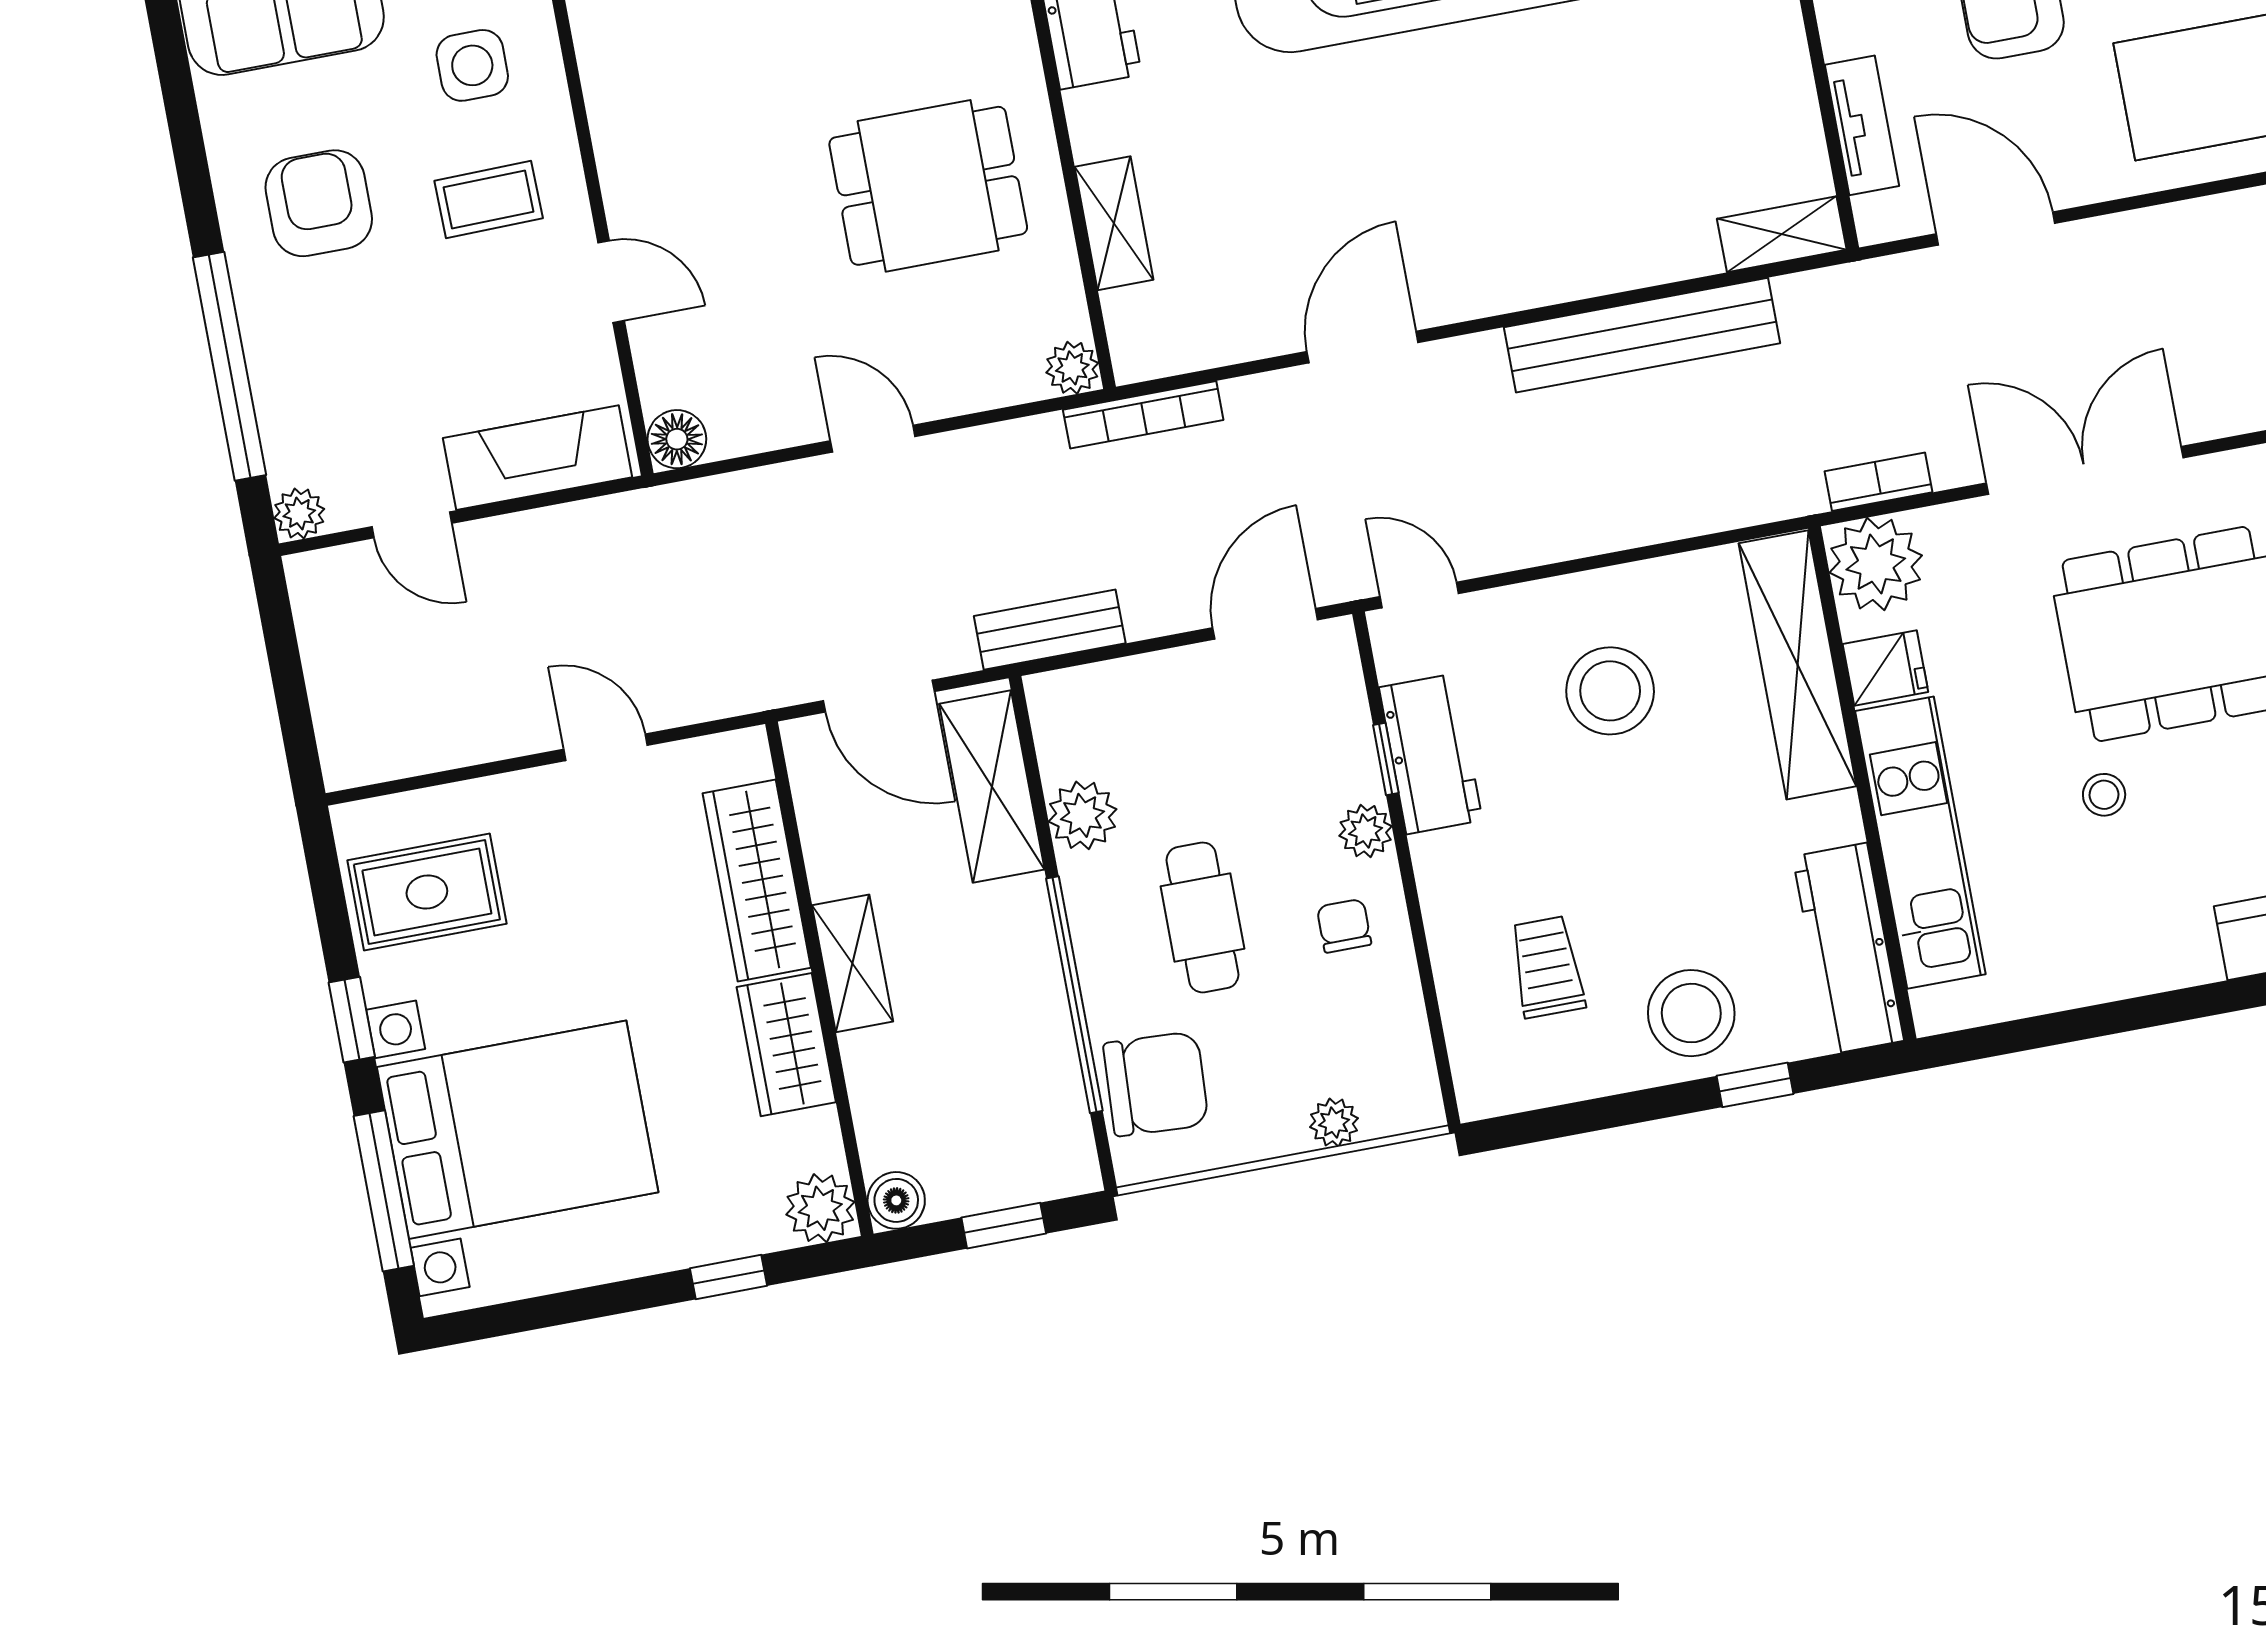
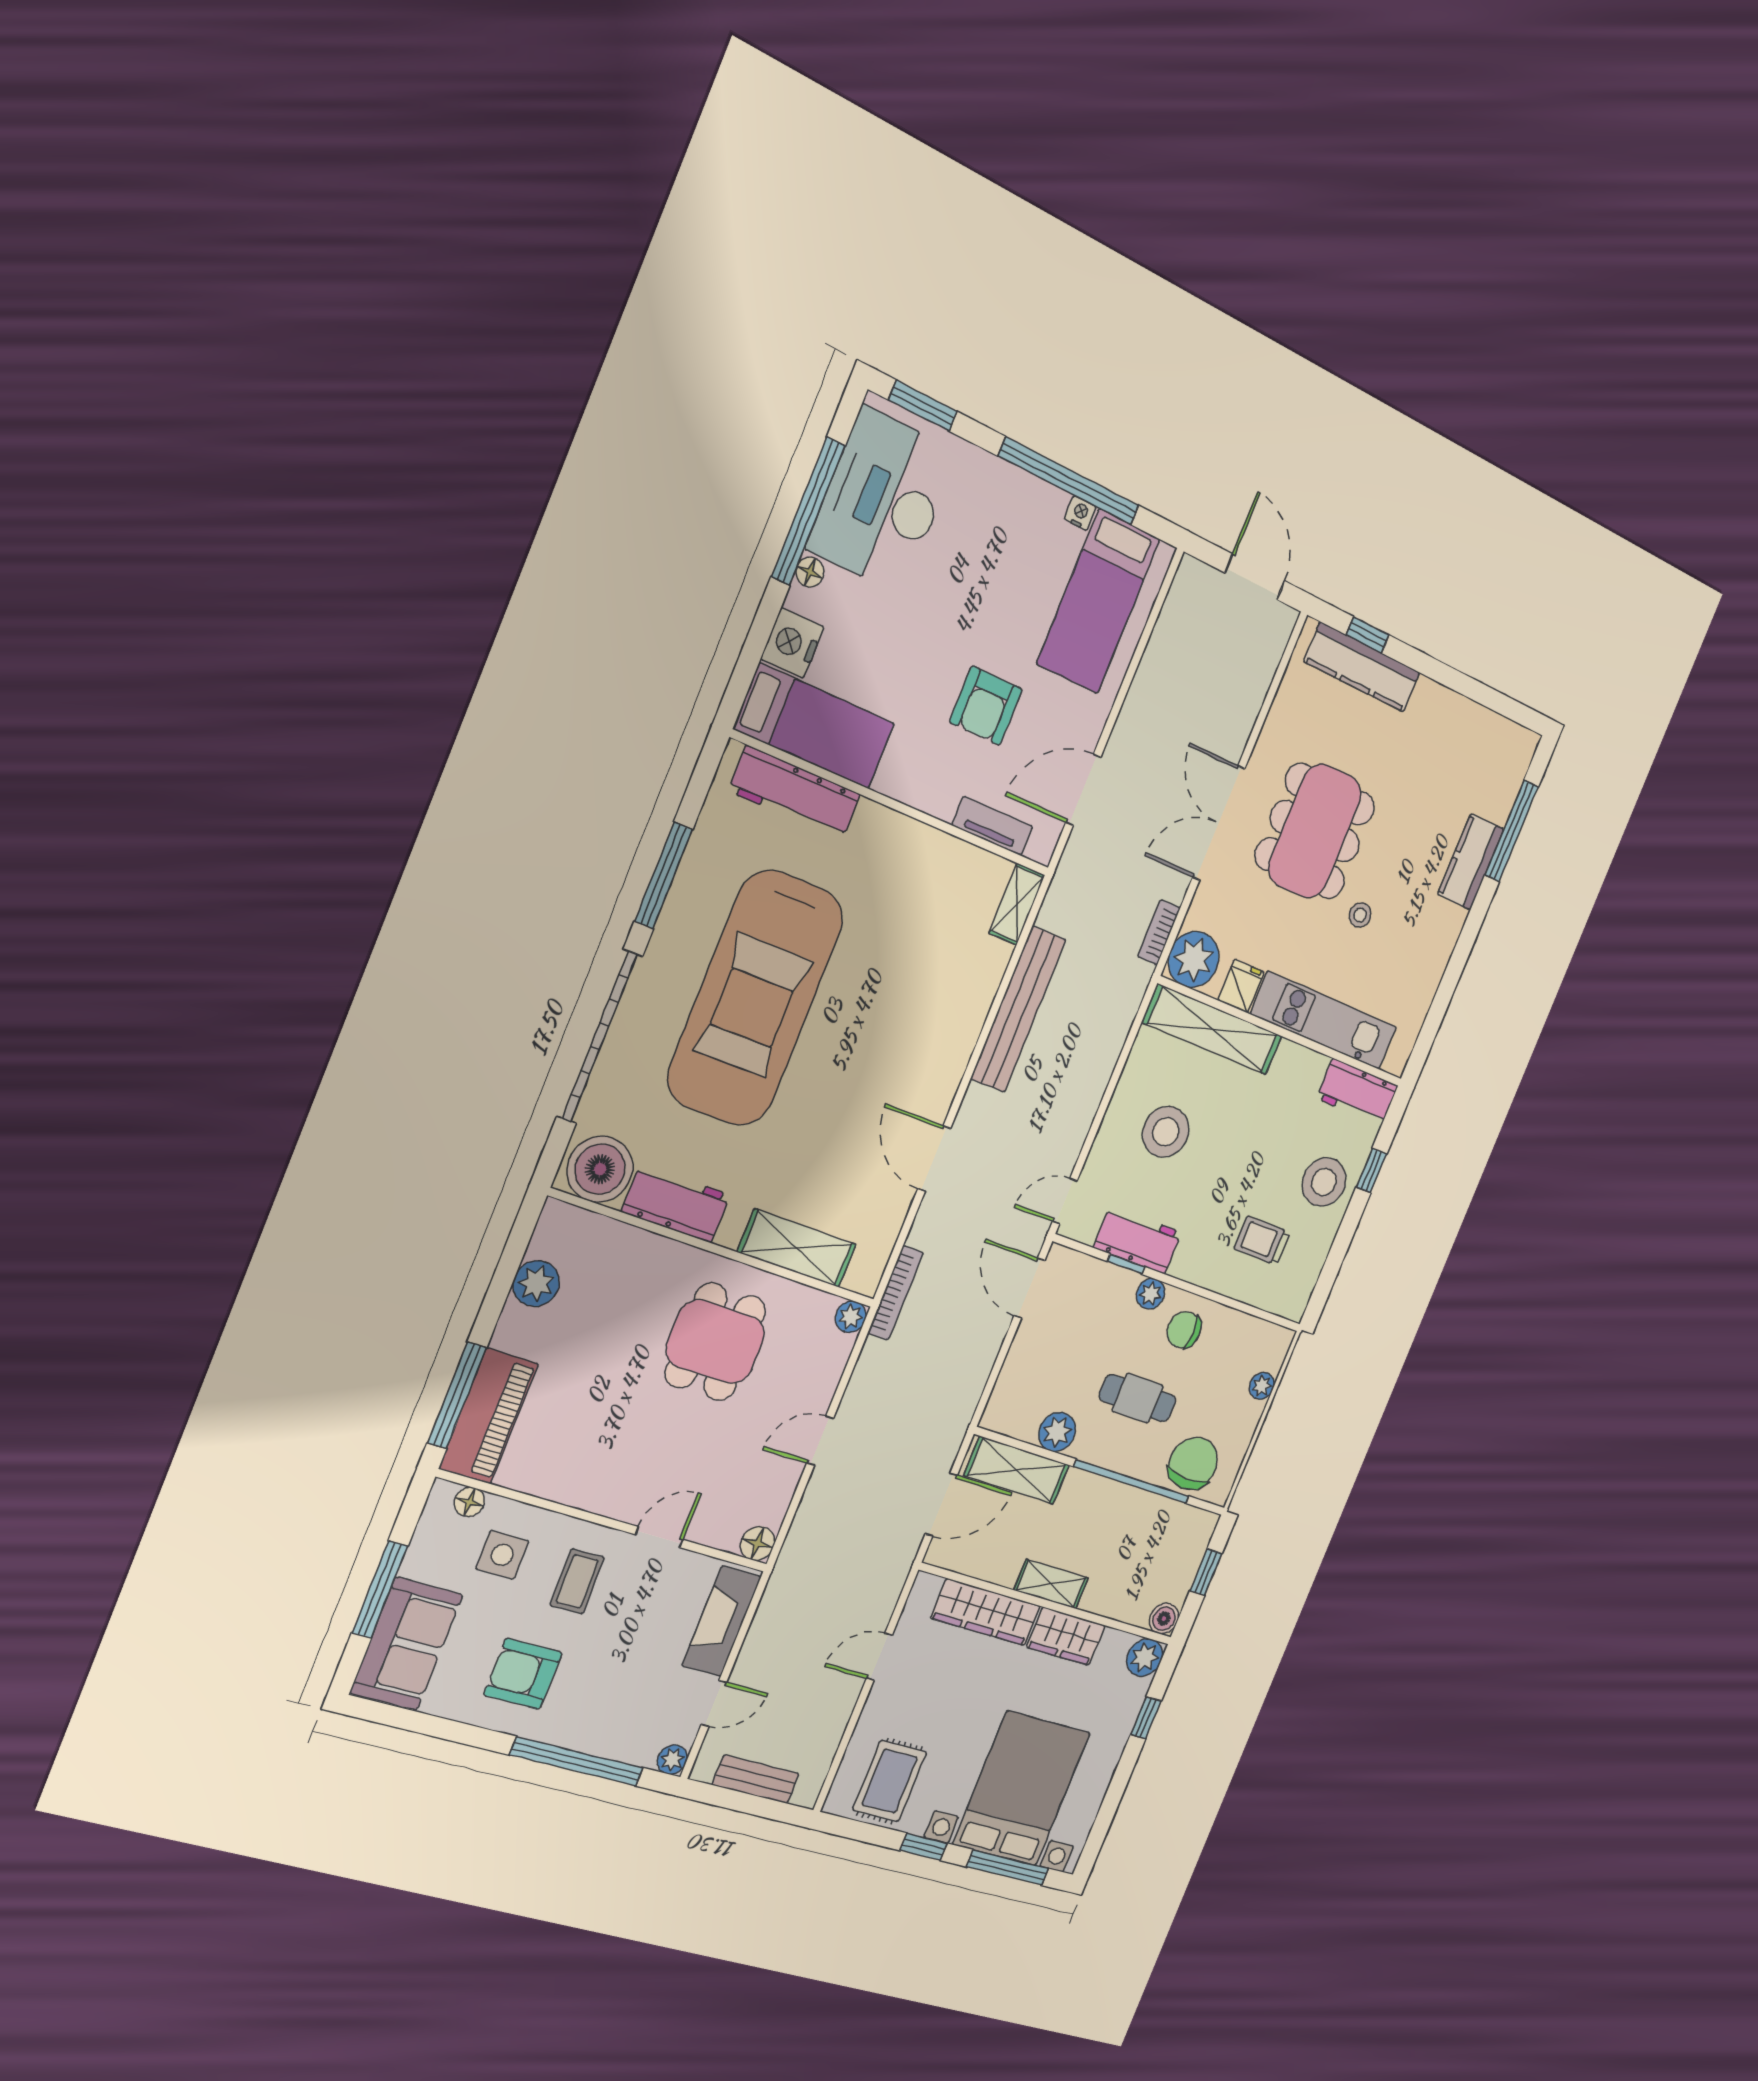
shelving: (1114, 223) -> (797, 1248), width x1.50, depth x1.33
bench: (1050, 630) -> (756, 1779), moved, turned 90
chair: (1344, 926) -> (1184, 1330), width x1.37, depth x1.37
workbench: (1848, 949) -> (1357, 1092), width x0.73

